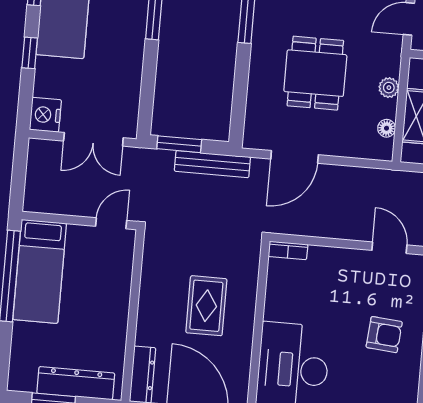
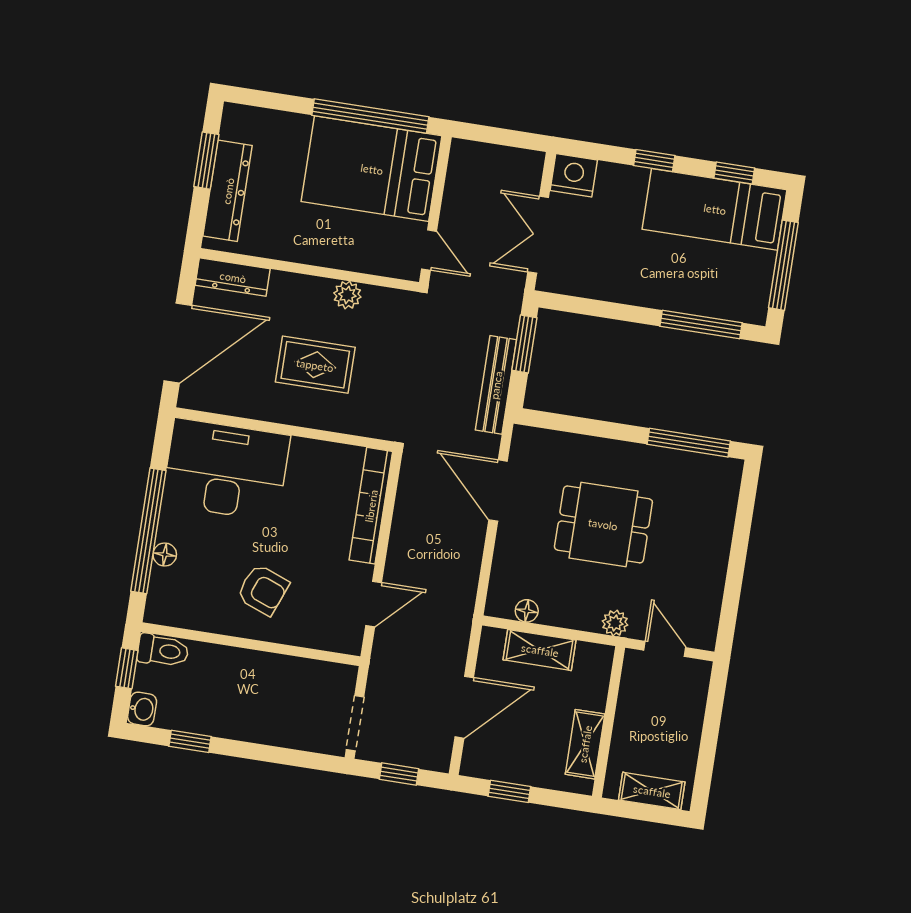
plant: (389, 88) -> (615, 623), moved
bookcase: (288, 250) -> (371, 506), width x2.31, depth x1.31
bed: (40, 271) -> (372, 169), width x1.50
plant: (150, 284) -> (347, 295), added
armchair: (384, 335) -> (263, 590), turned -74

